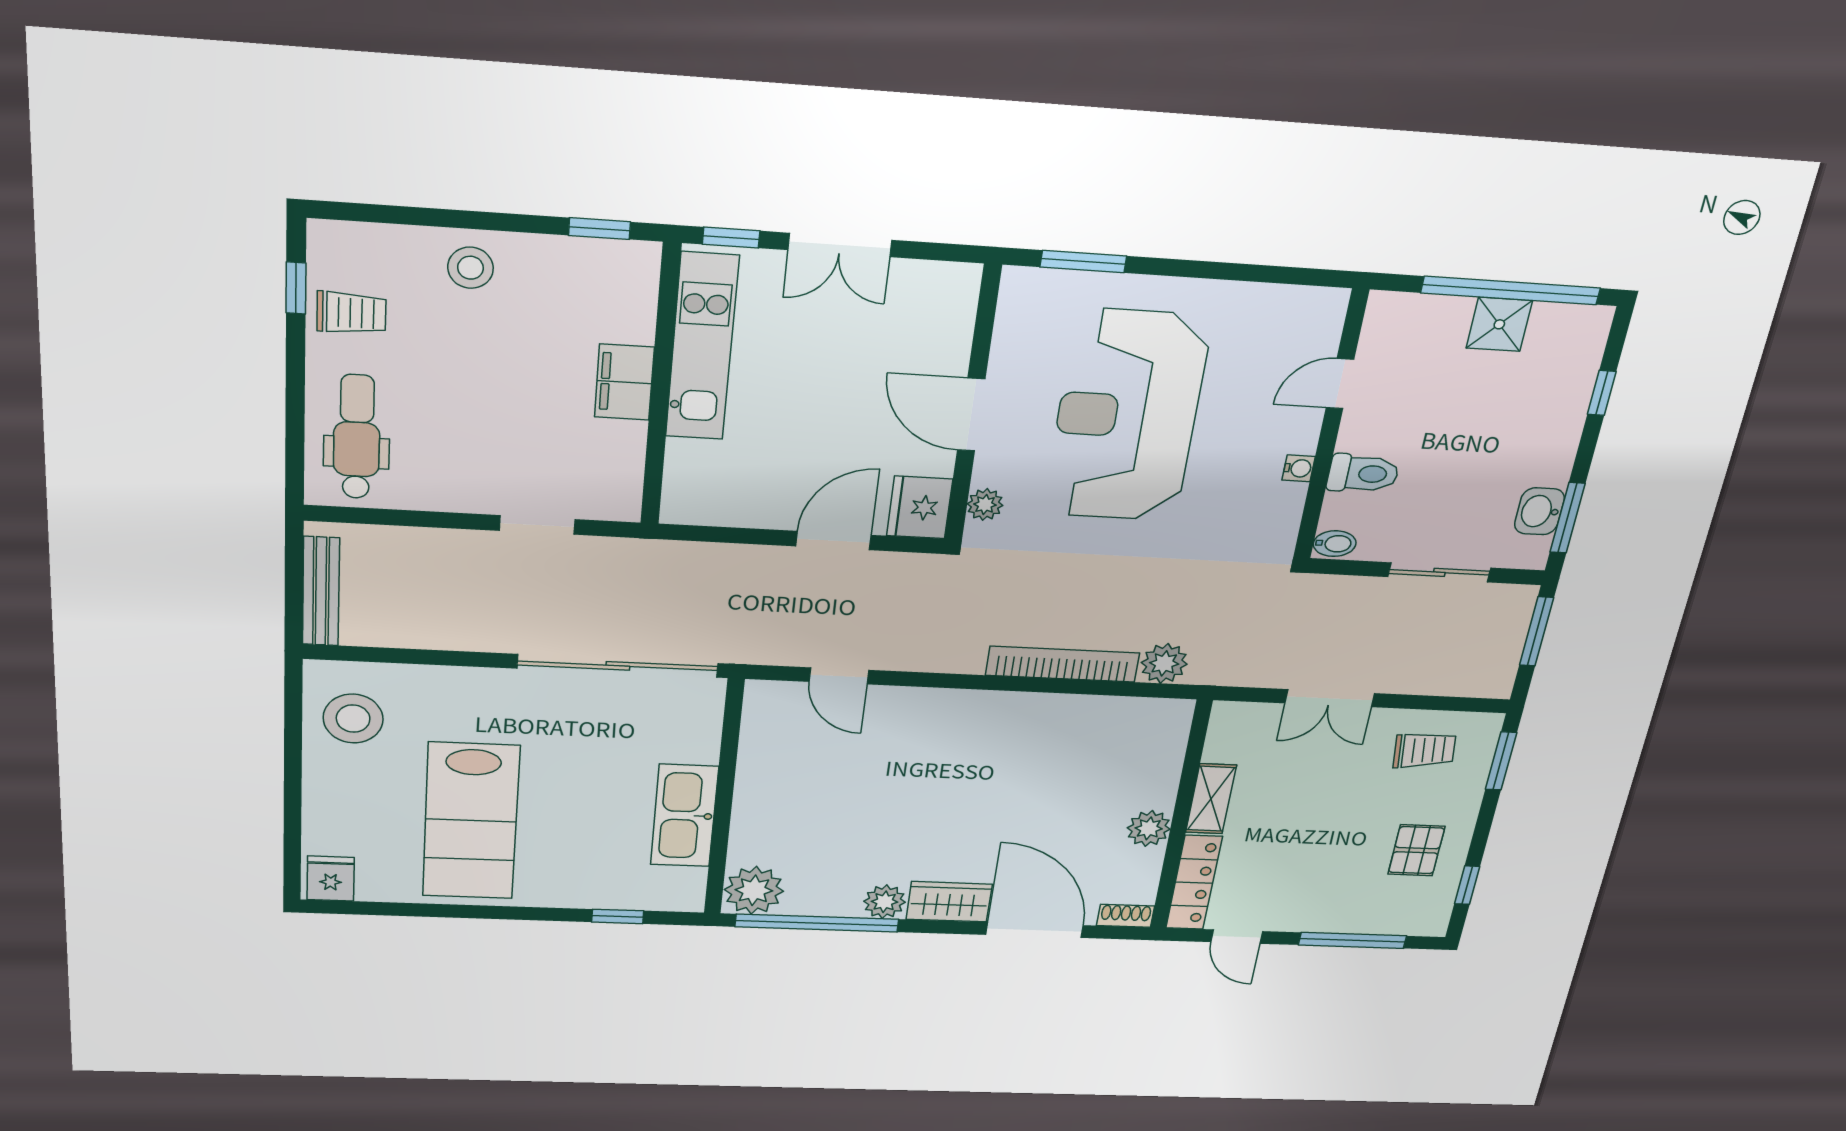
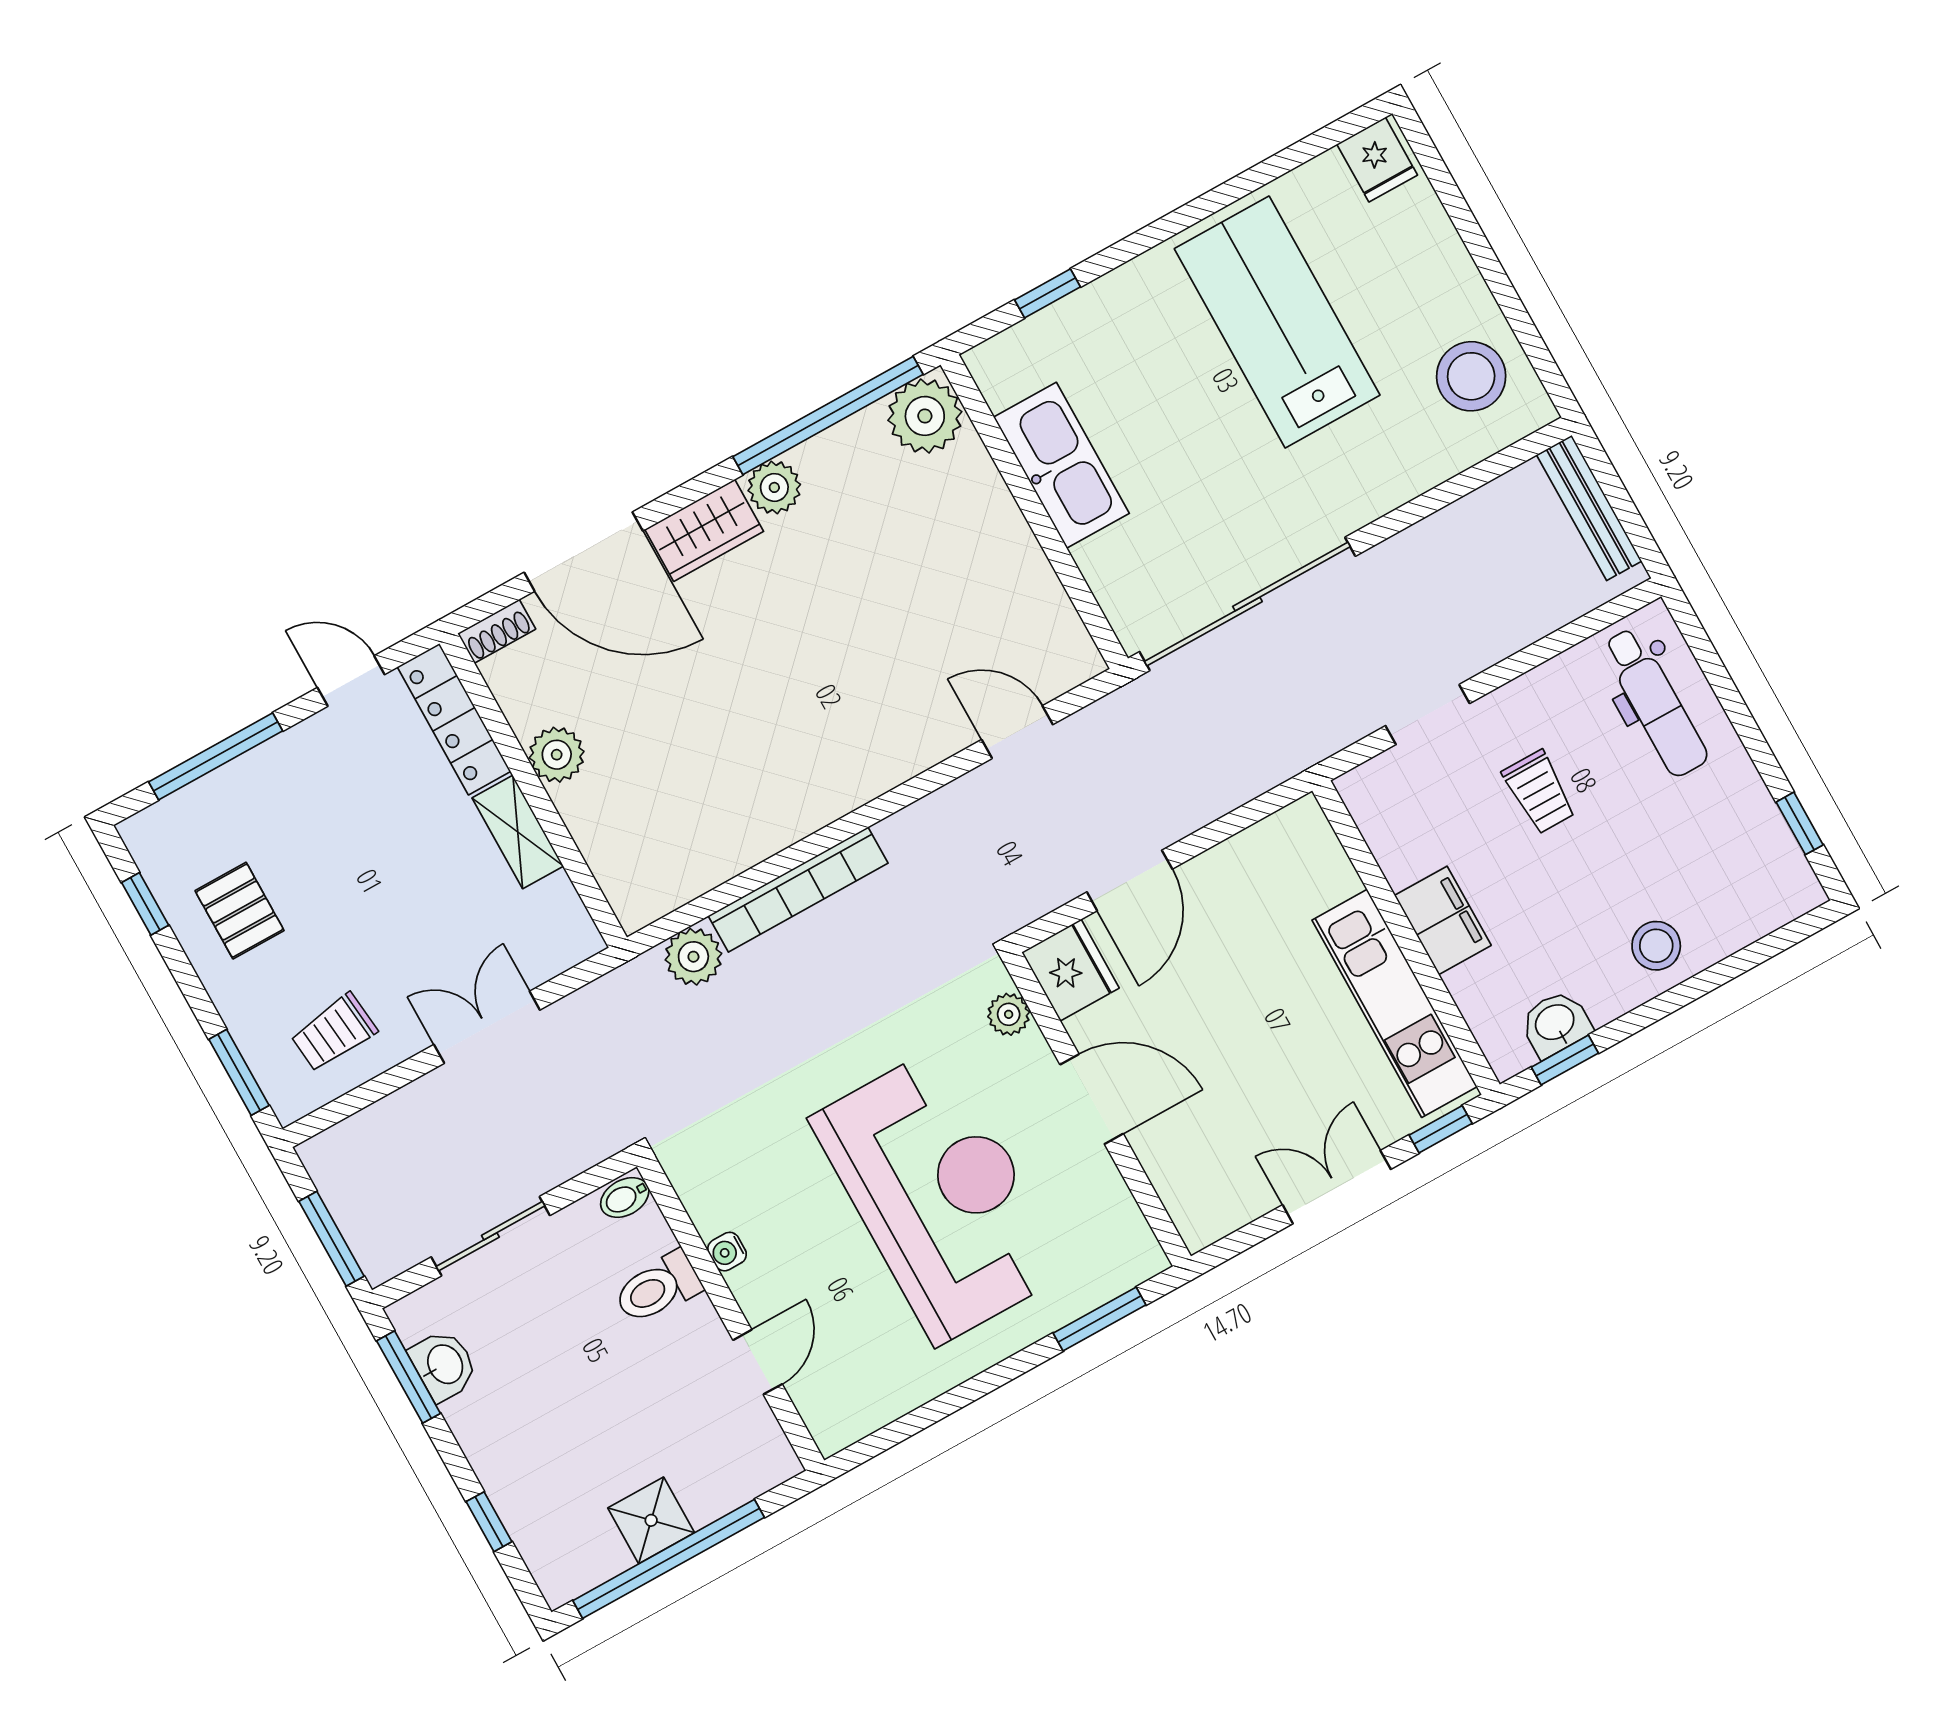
washbasin: (589, 259) -> (1555, 1024), added
trolley: (351, 313) -> (1539, 792), moved, turned -90

